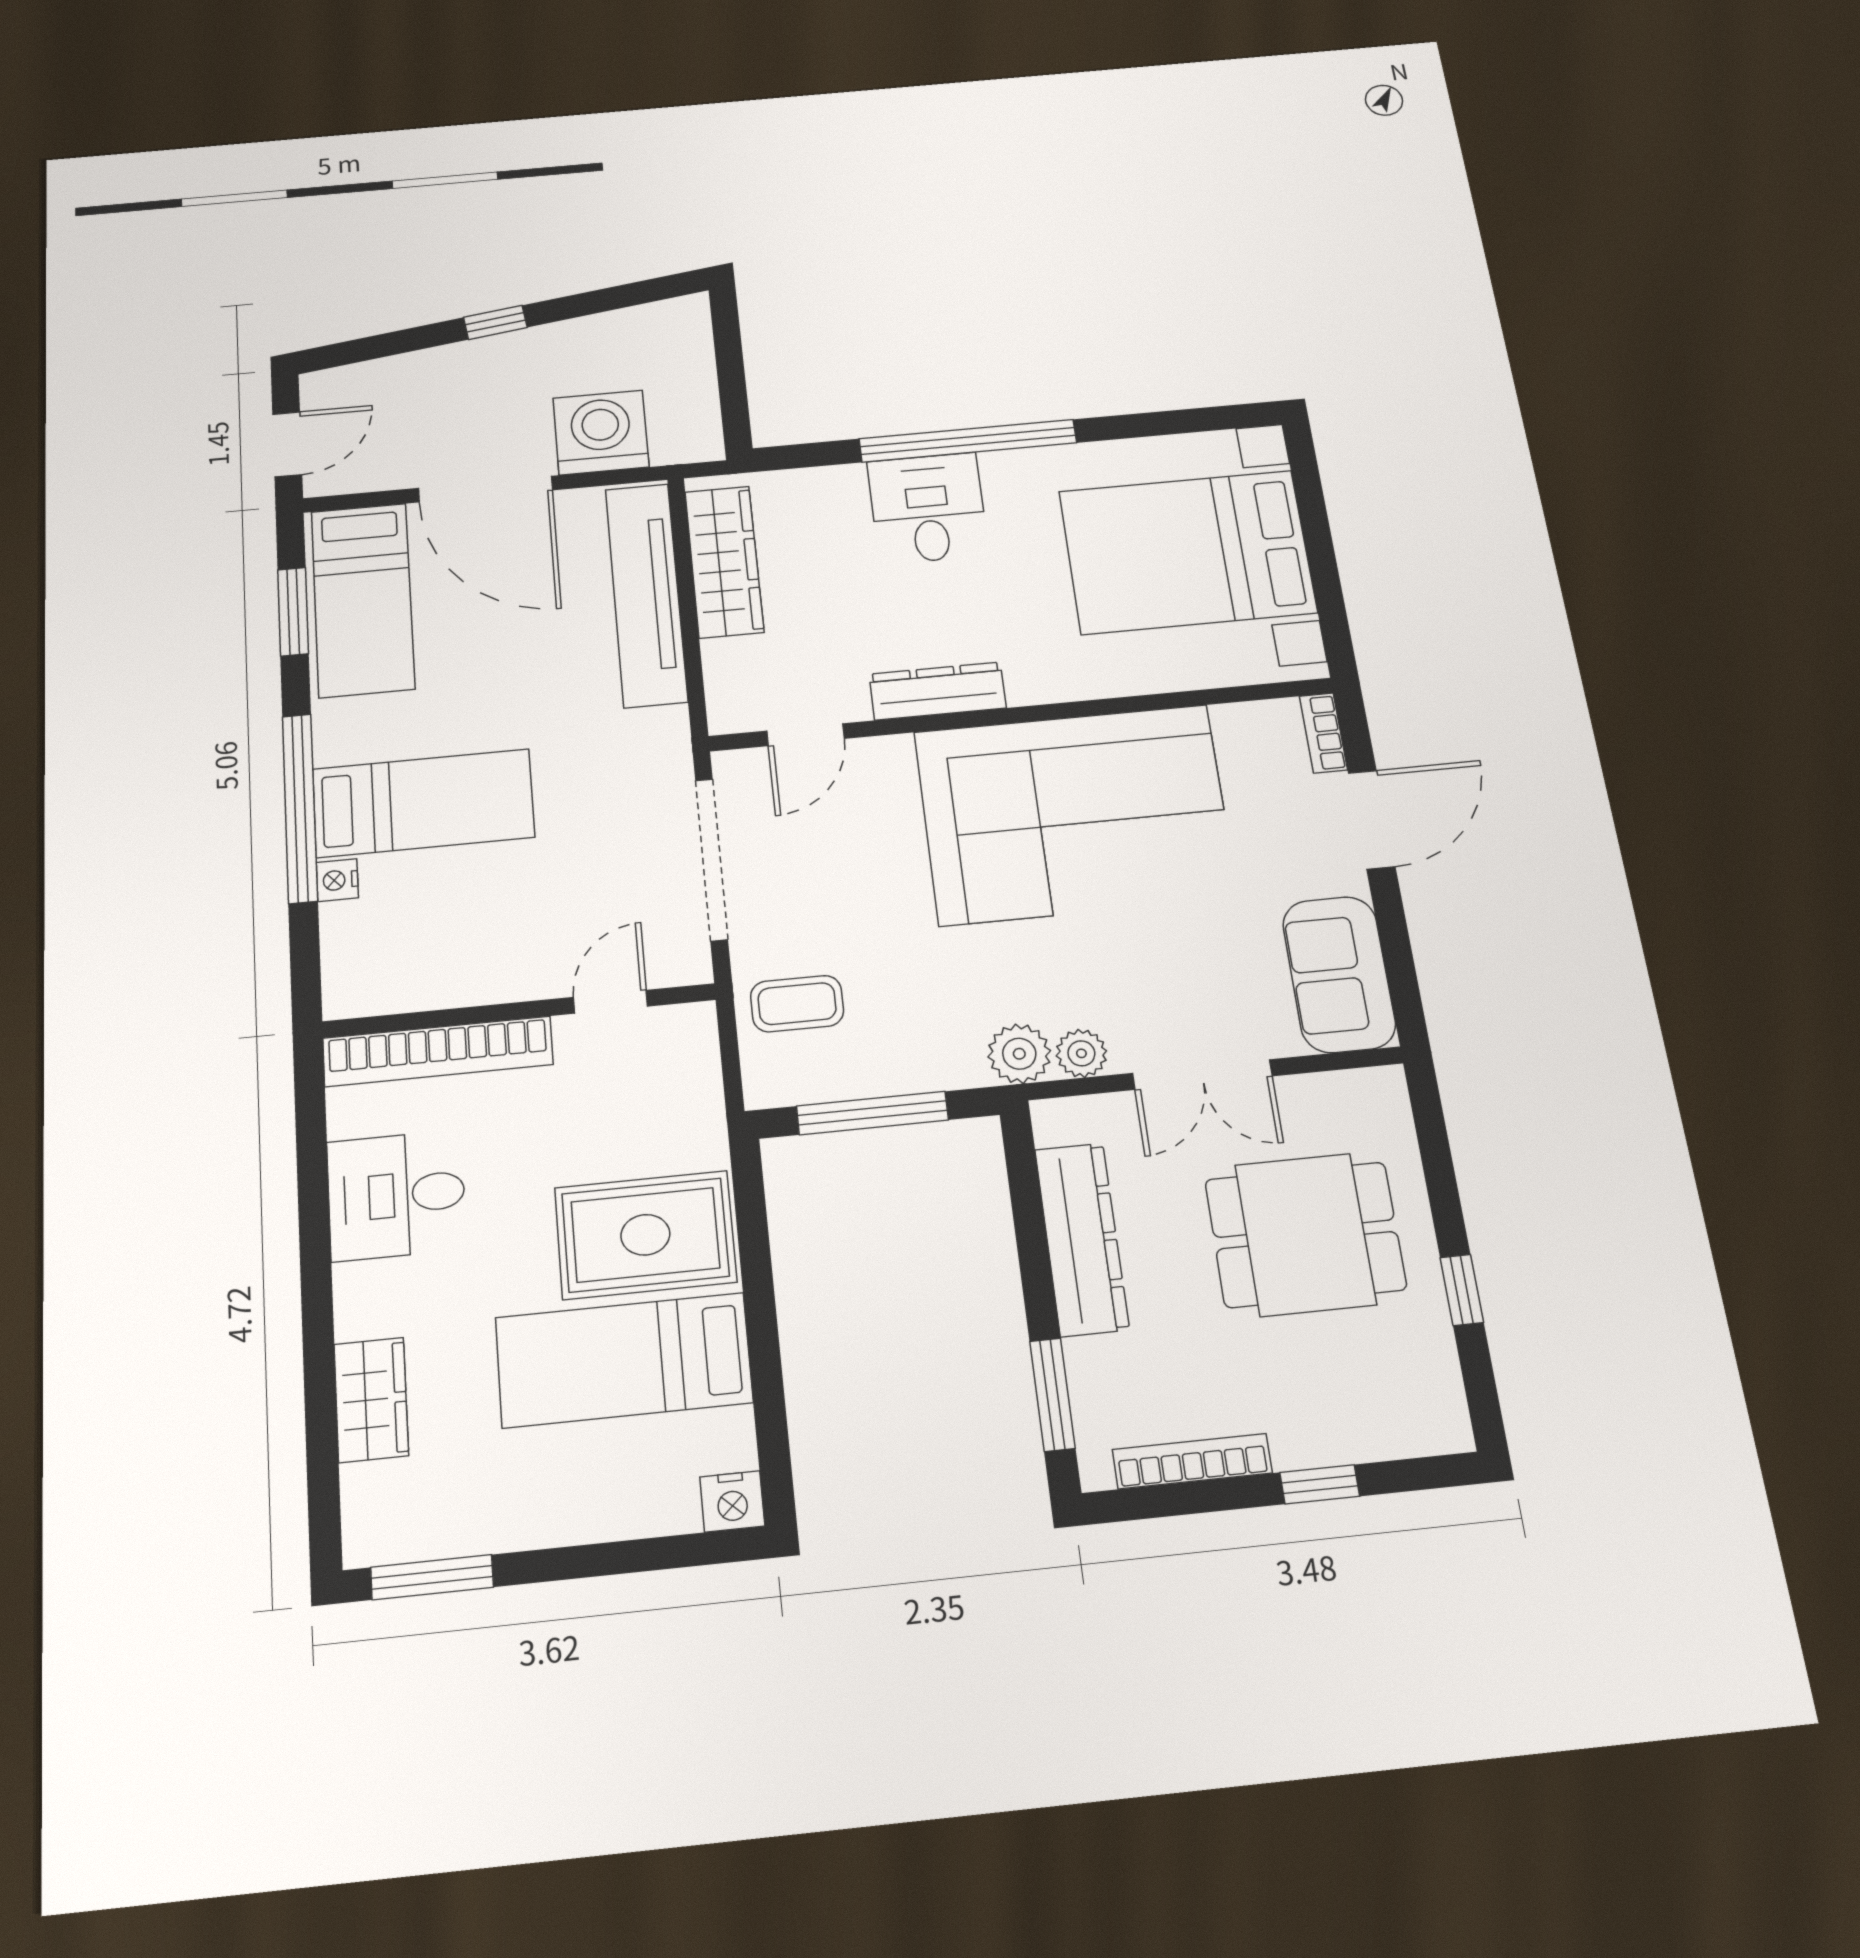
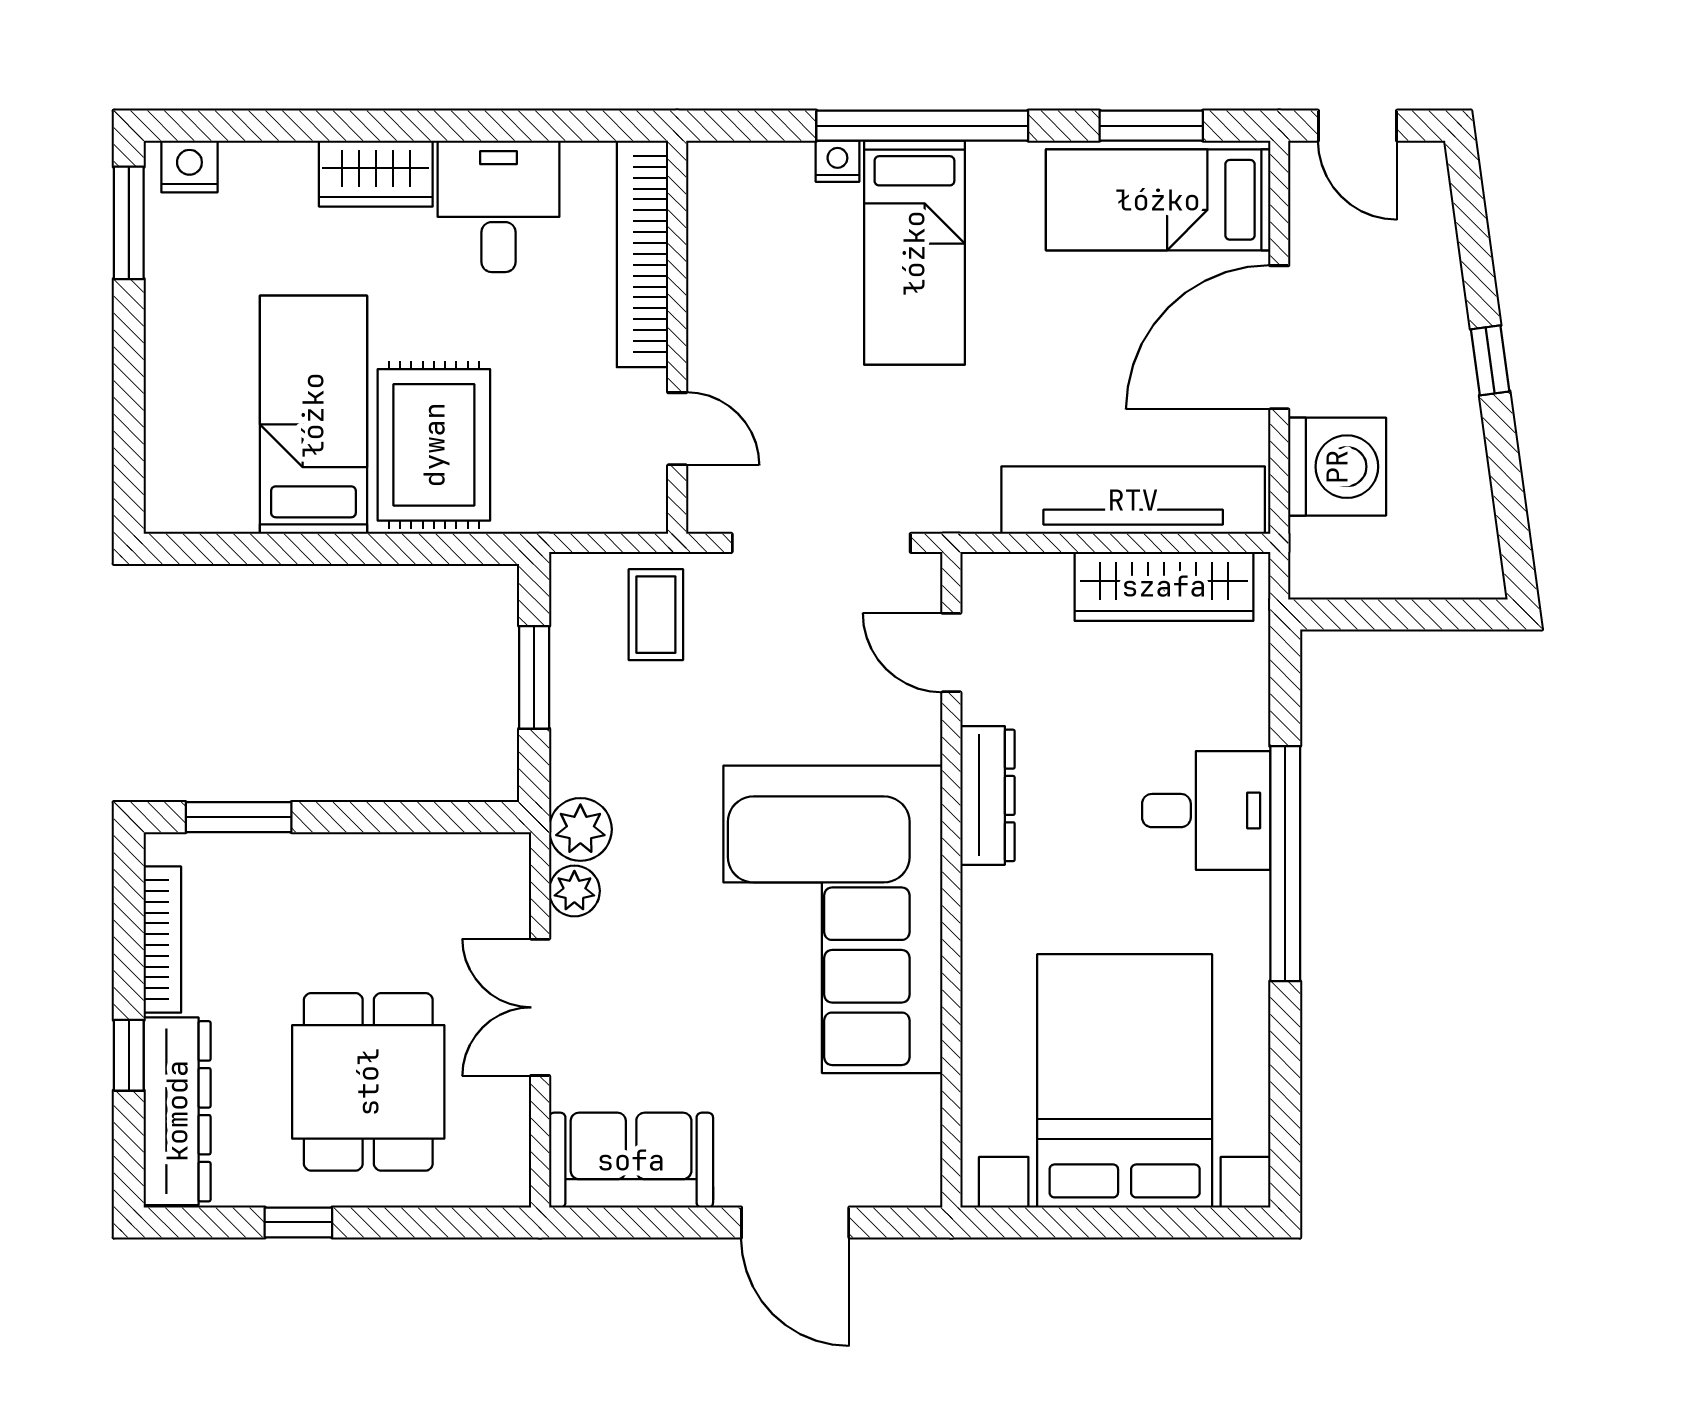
bookcase: (1323, 733) -> (898, 1190), removed
window: (872, 1113) -> (534, 677), width x0.69
dresser: (1082, 1239) -> (177, 1111), moved, turned -90
wardrobe: (371, 1400) -> (376, 174), moved
nightstand: (732, 1501) -> (189, 166), moved, turned 90

